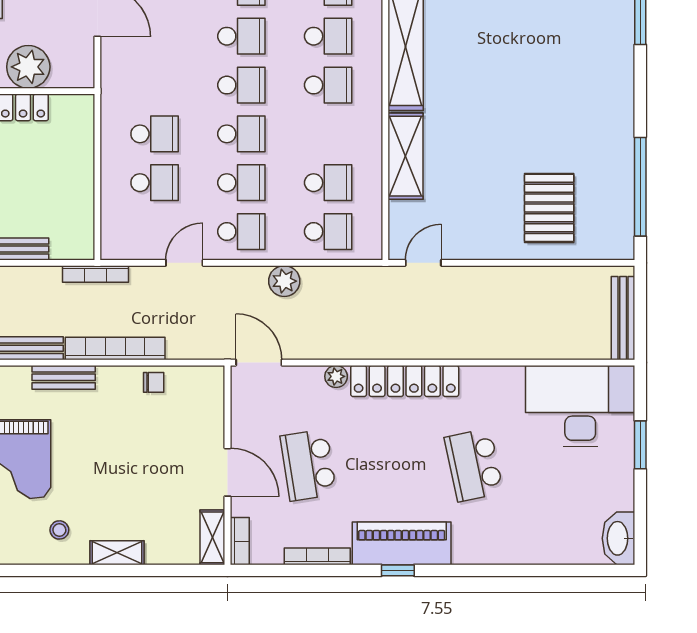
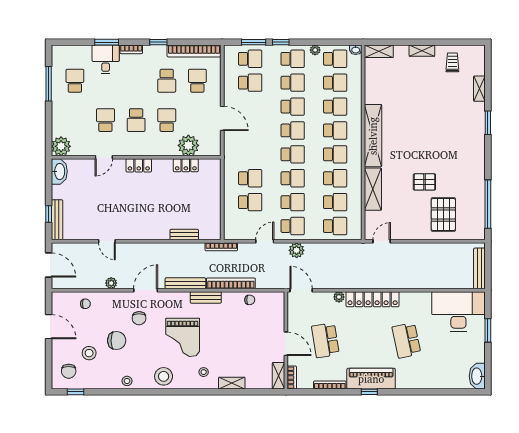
school desk: (328, 134) -> (335, 178), added
pallet: (511, 141) -> (424, 182), added
plant: (284, 281) -> (297, 250), moved

